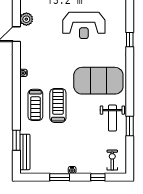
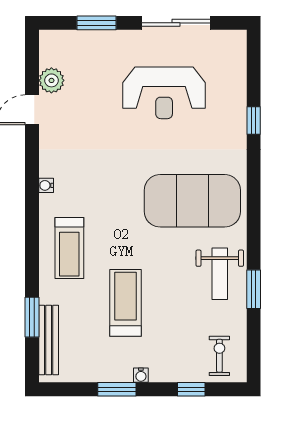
treadmill: (58, 105) -> (126, 303), moved

